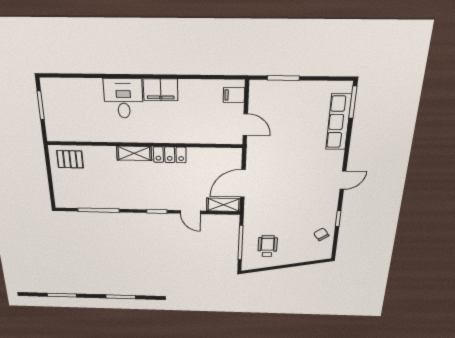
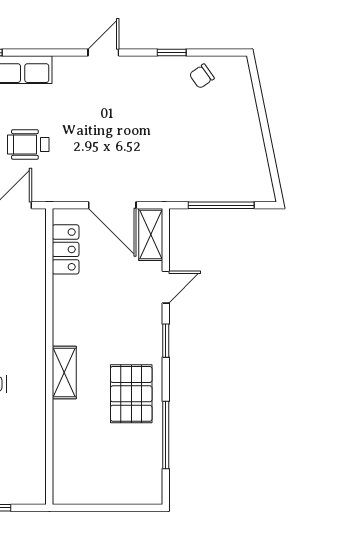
locker: (170, 155) -> (66, 249), moved
pallet: (70, 159) -> (131, 394), moved, width x1.50, depth x1.42
door: (343, 180) -> (103, 53), hinge flipped
wheelchair: (268, 246) -> (28, 145), moved

